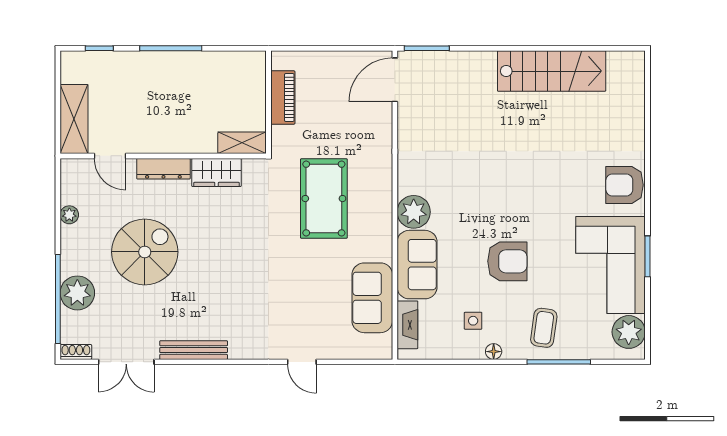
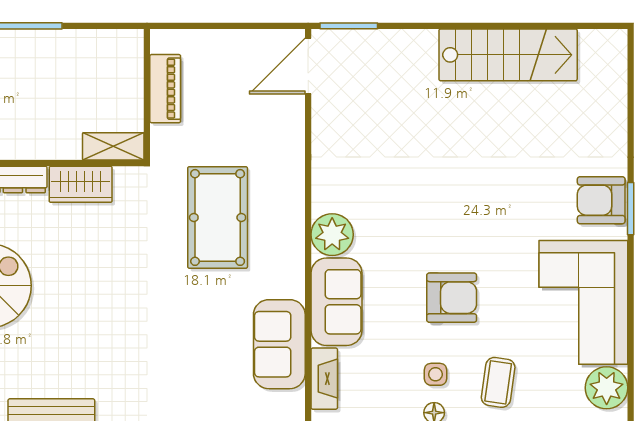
window: (648, 256) -> (631, 209), moved
side table: (473, 321) -> (436, 374), moved

